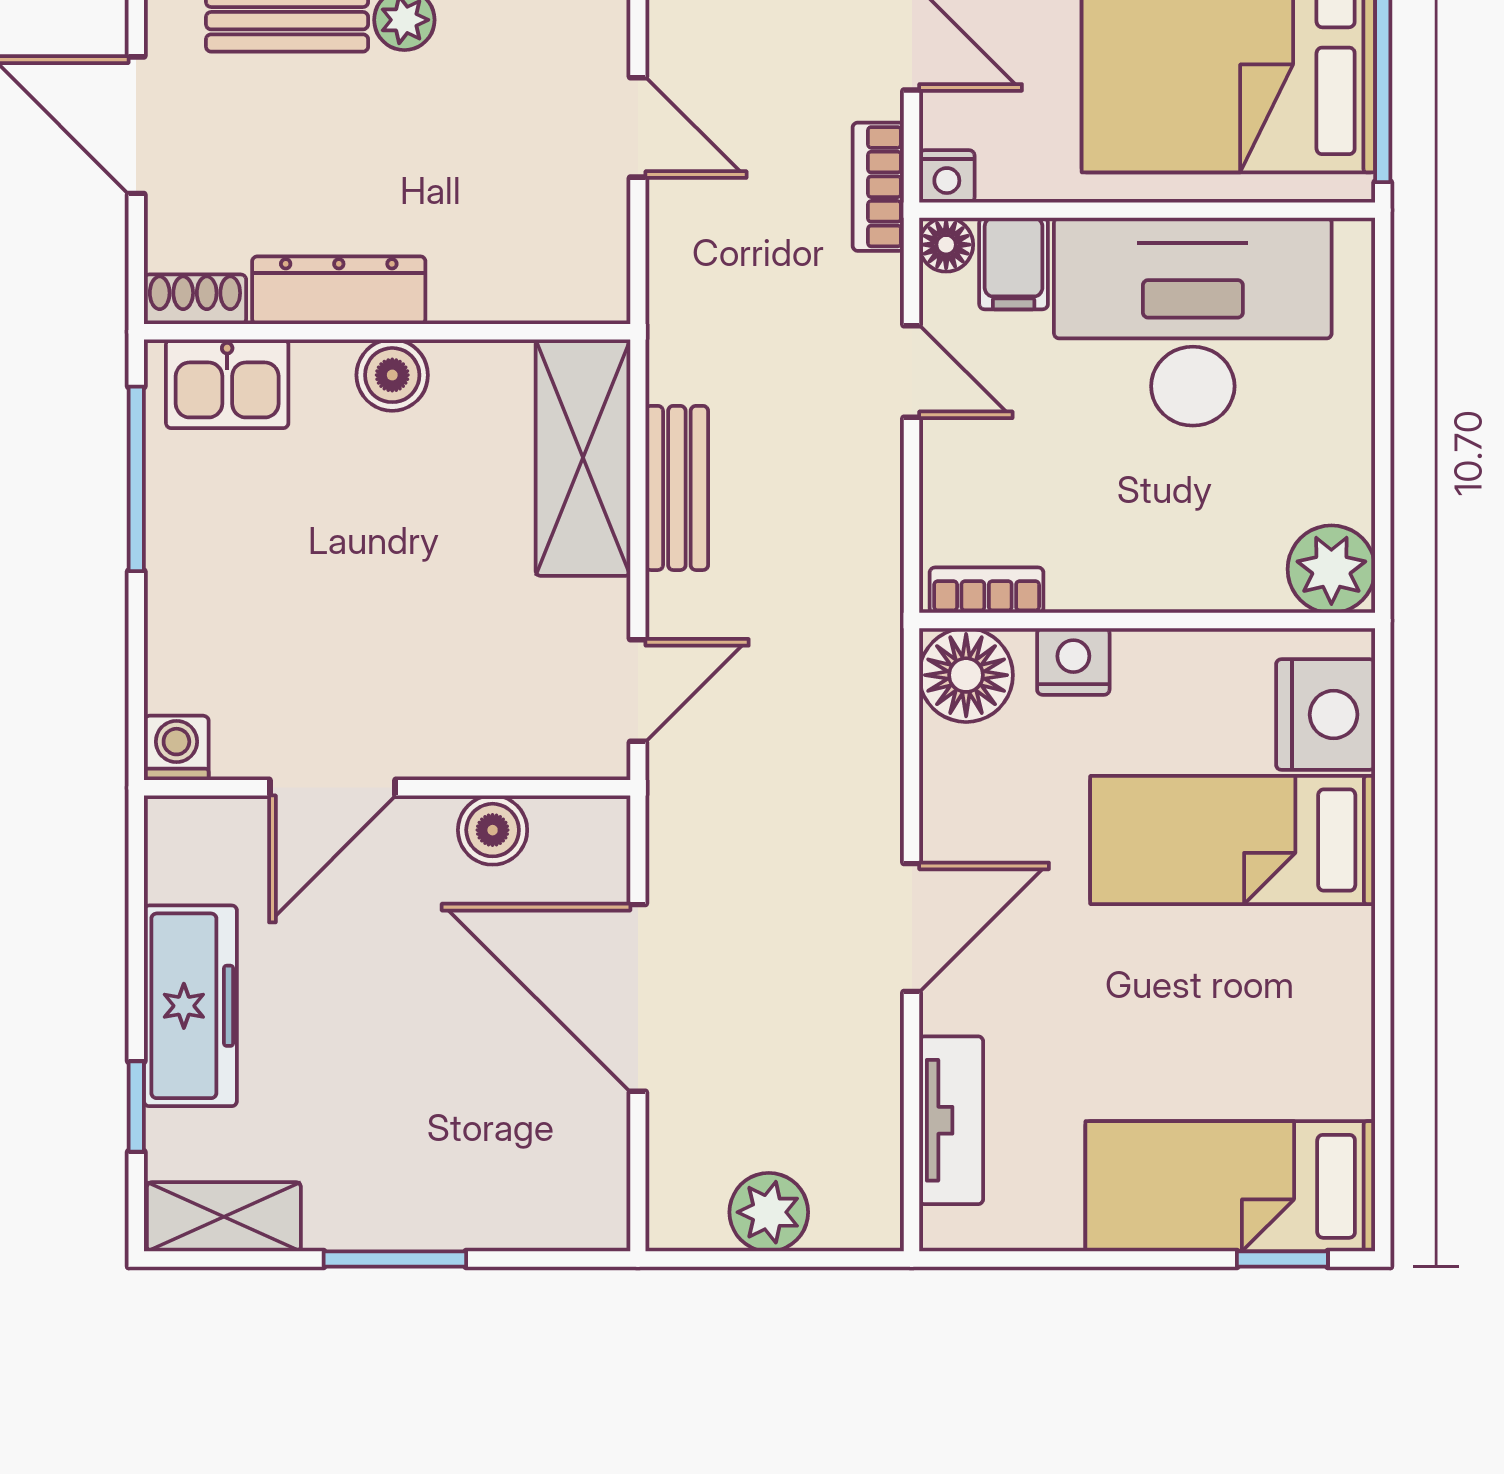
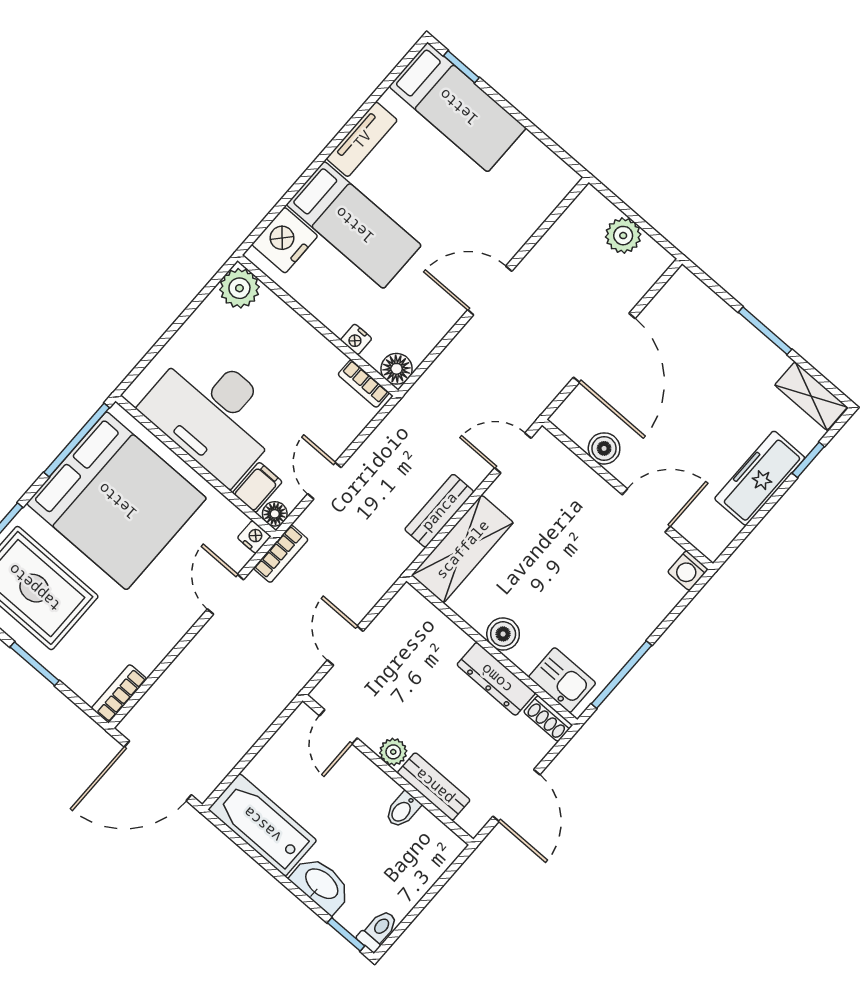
nightstand: (1073, 661) -> (356, 339), width x0.72, depth x0.74
floor lamp: (966, 675) -> (397, 369), width x0.73, depth x0.73
tv unit: (951, 1120) -> (362, 139), moved, turned 180

